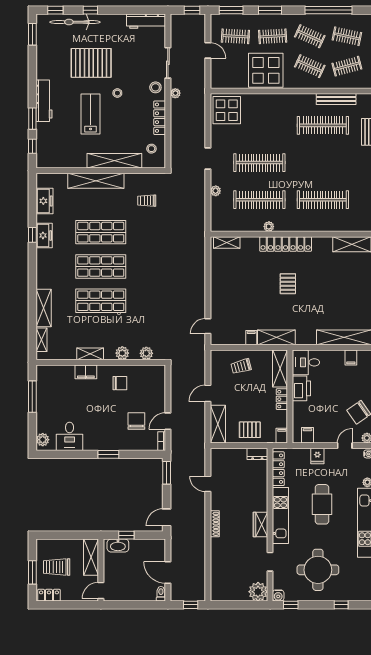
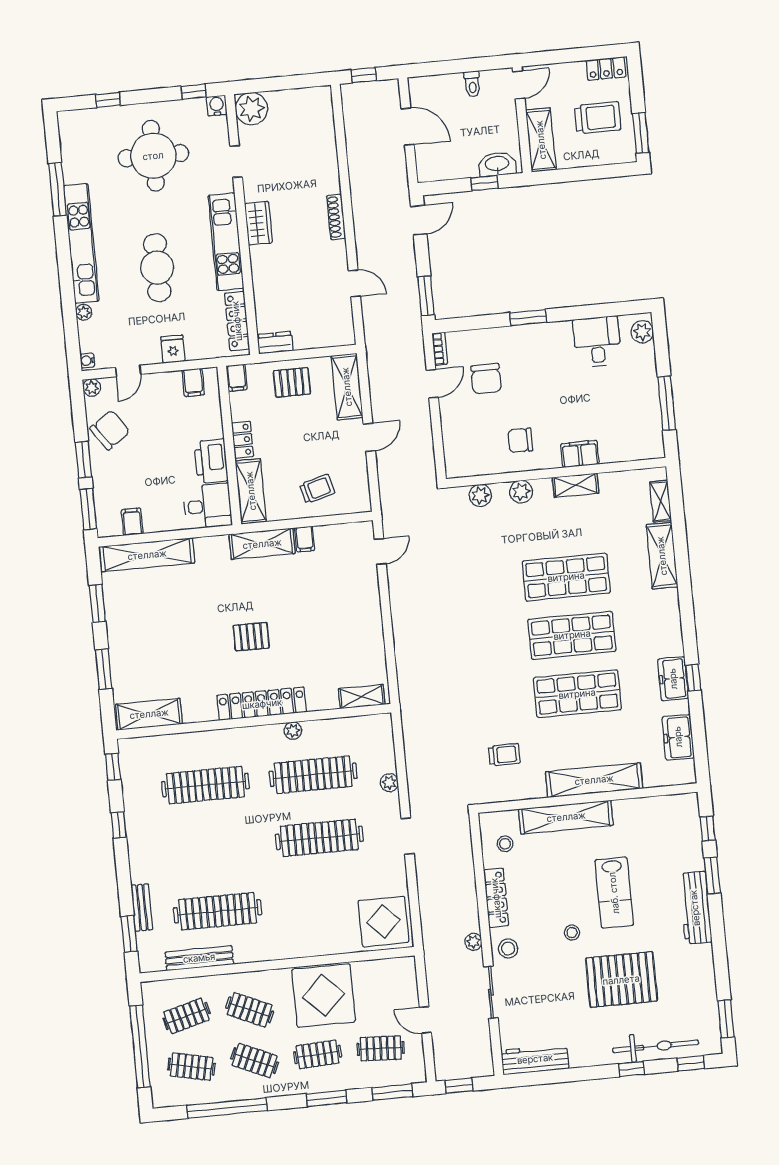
pallet: (288, 284) -> (251, 637), turned 90
window: (32, 572) -> (641, 133), moved
toilet: (161, 594) -> (472, 84), moved

